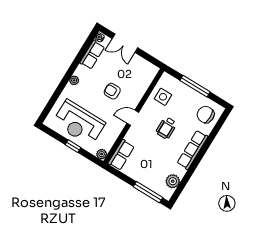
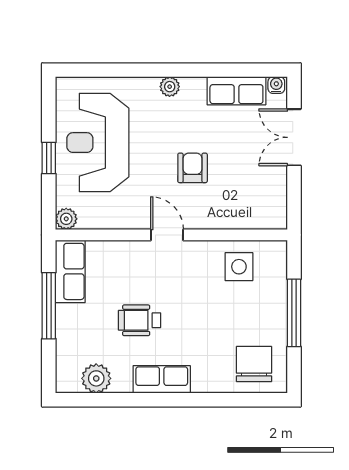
wheelchair: (166, 128) -> (140, 320), moved
row of seats: (193, 150) -> (162, 379), width x0.68
row of seats: (121, 155) -> (70, 271), moved, turned -90
window: (148, 192) -> (49, 306), moved

